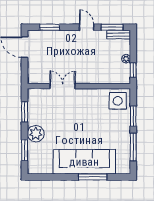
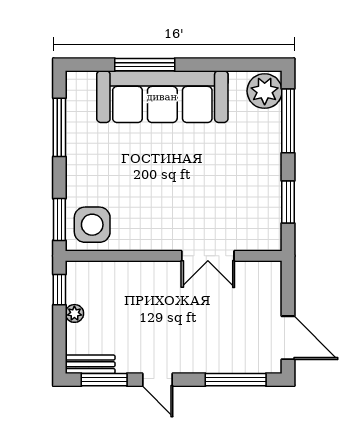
window: (50, 27) -> (236, 380), width x1.44
window: (133, 116) -> (59, 220), moved
plant: (36, 134) -> (265, 91), moved
window: (25, 150) -> (288, 121), width x1.44

